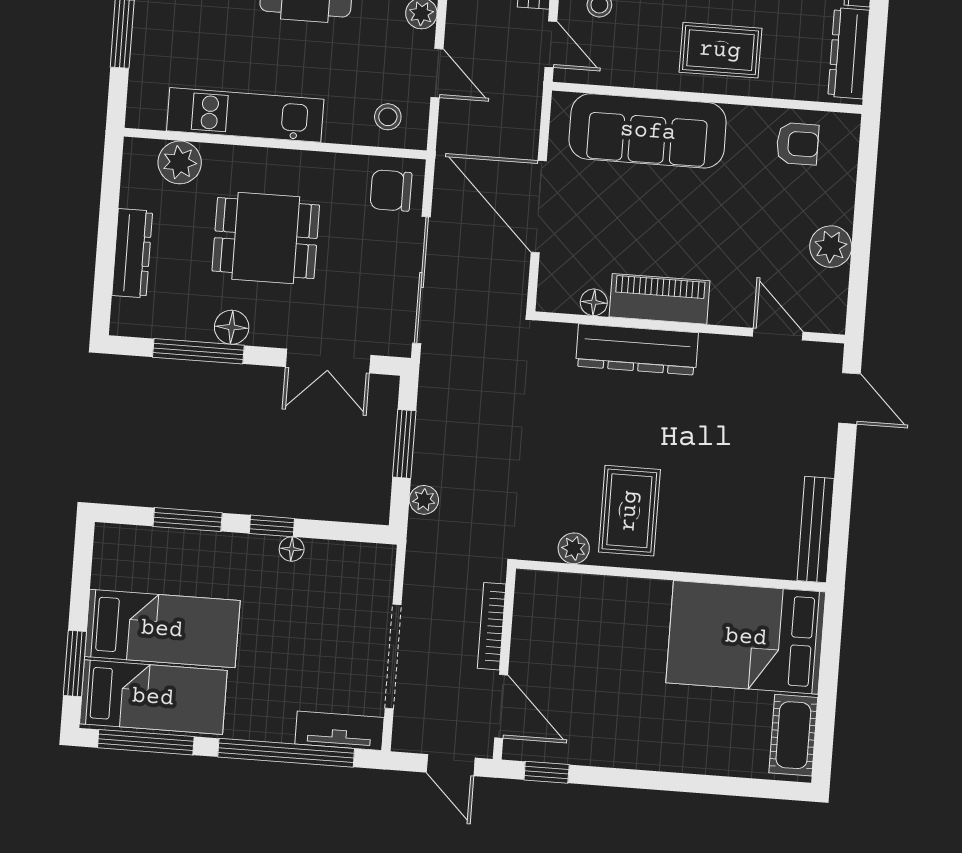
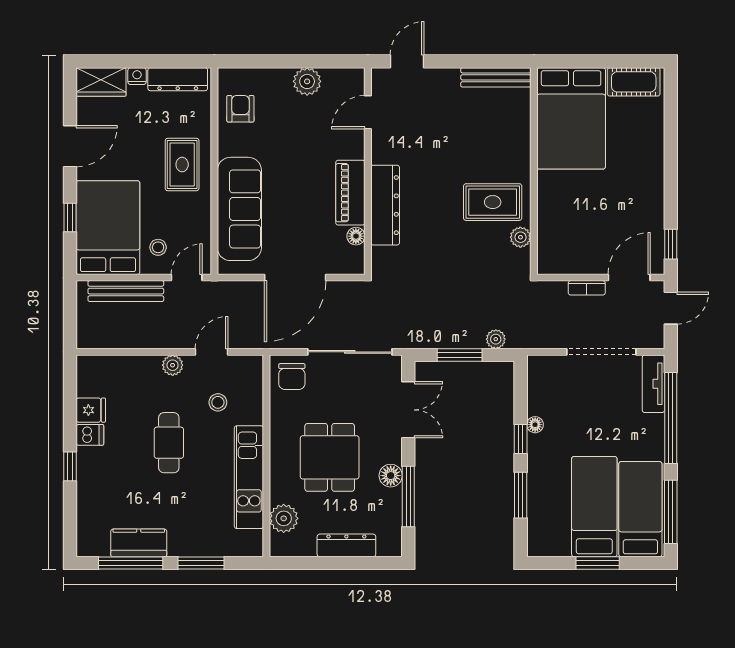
stool: (388, 117) -> (218, 402), moved
bookcase: (492, 626) -> (587, 288), width x0.64
window: (75, 663) -> (598, 563), moved

